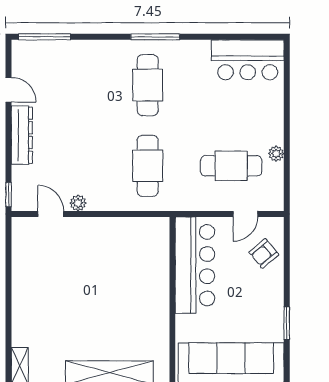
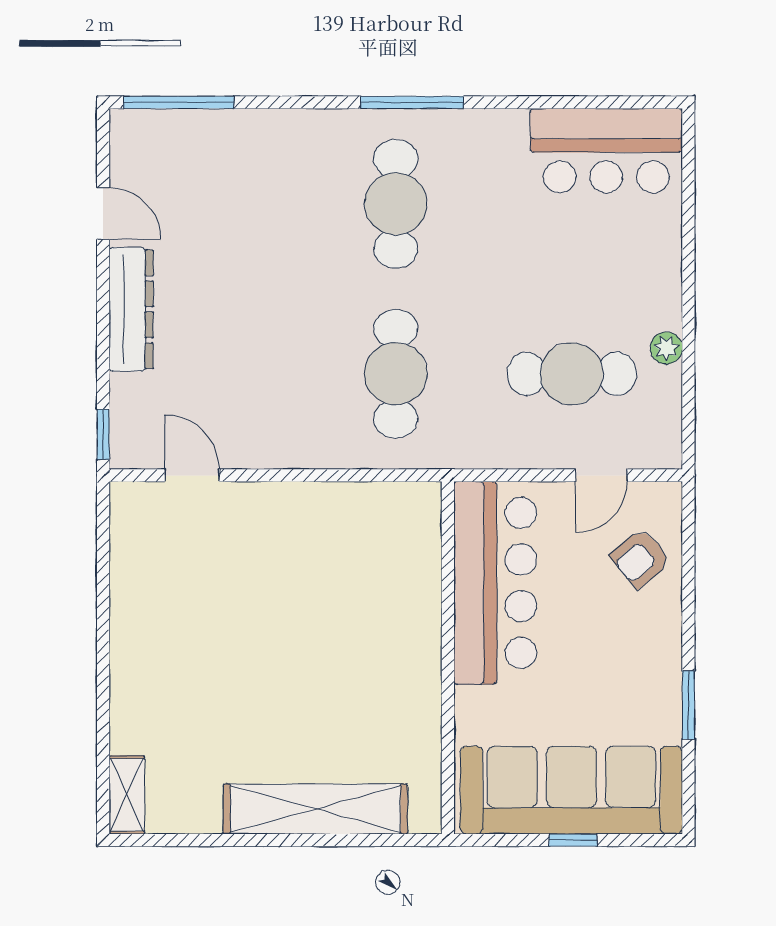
plant: (78, 203) -> (249, 452), removed

